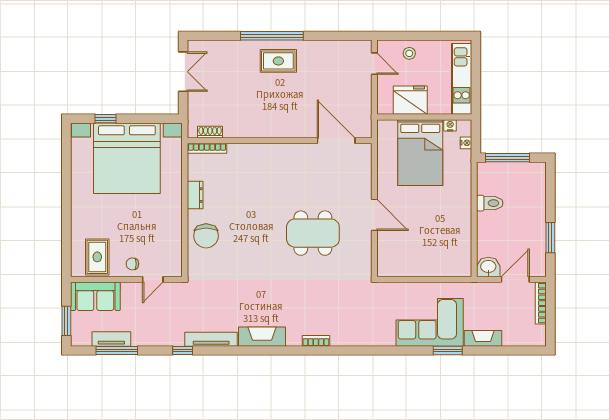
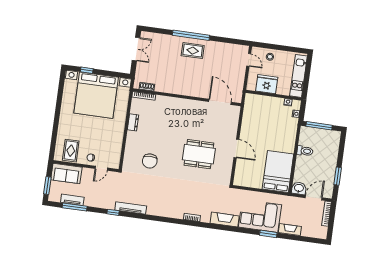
bed: (420, 153) -> (278, 172), moved, turned 180
chair: (206, 236) -> (150, 161), moved
fireplace: (262, 337) -> (225, 220), moved

